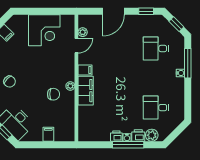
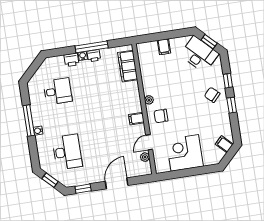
desk: (156, 48) -> (67, 152), width x1.37
window: (188, 63) -> (29, 121), moved
filing cabinet: (86, 91) -> (128, 66), moved
chair: (53, 94) -> (161, 116), moved
plant: (152, 135) -> (58, 62), removed
window: (128, 145) -> (92, 47), moved

